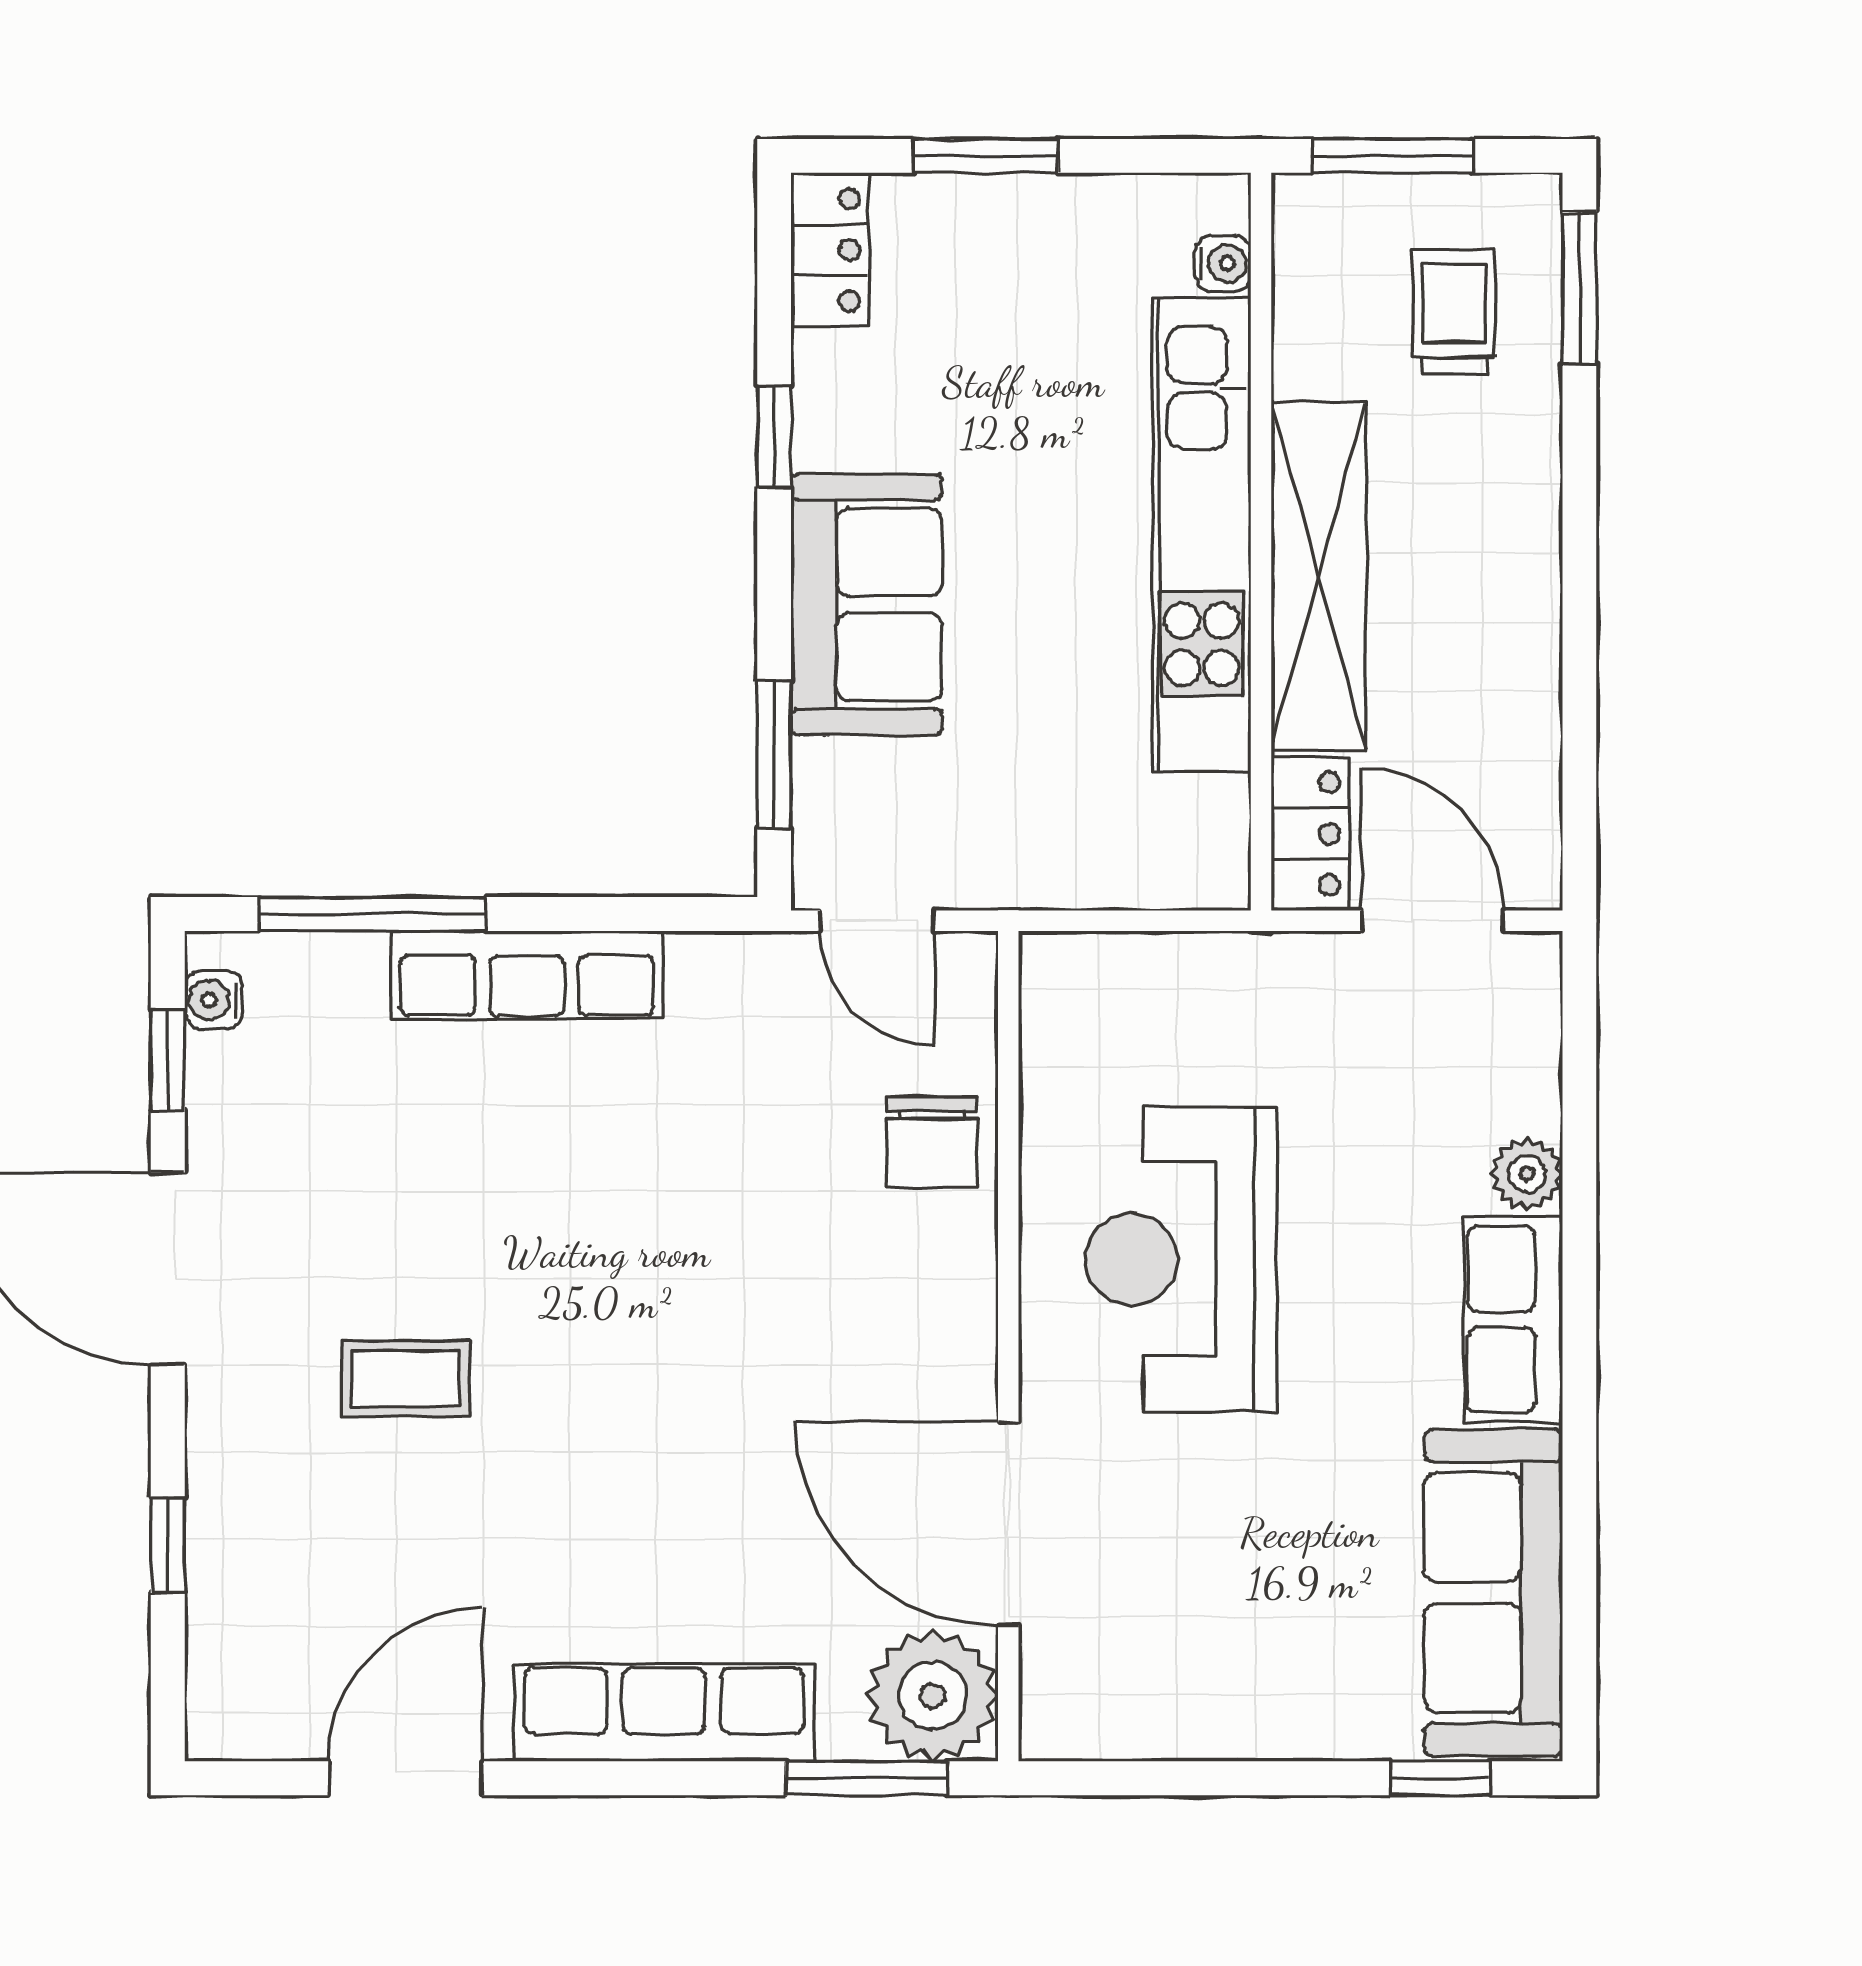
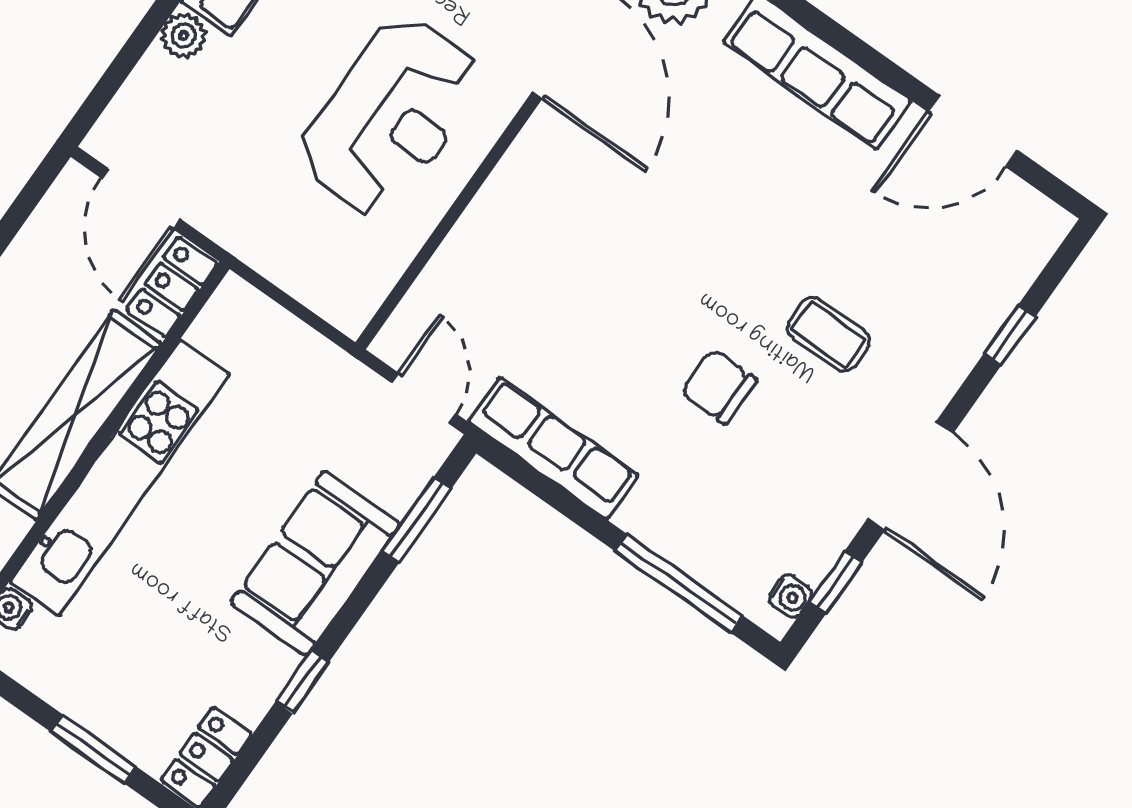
row of seats: (527, 975) -> (553, 448), moved
chair: (932, 1142) -> (719, 387), moved, turned -90

